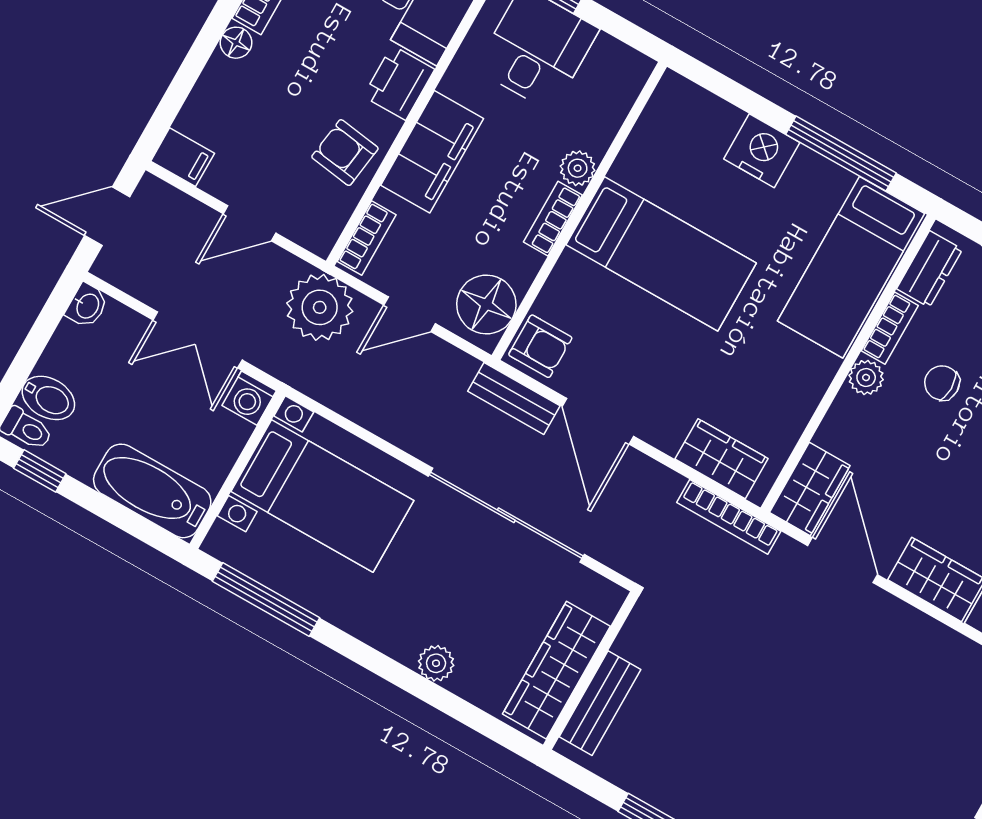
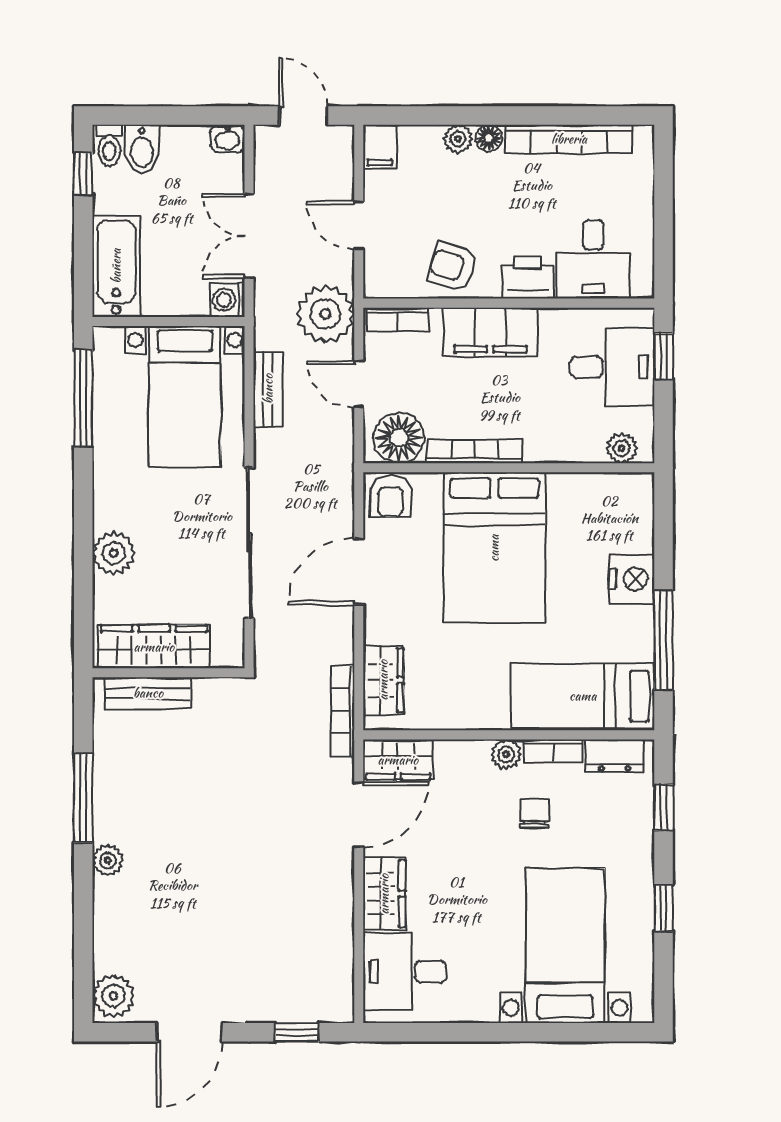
plant: (219, 74) -> (458, 139), added
armchair: (345, 153) -> (453, 267), turned -80
plant: (578, 168) -> (622, 448), moved
bookcase: (553, 219) -> (475, 451), width x1.56
bed: (661, 254) -> (494, 548), width x1.50
bench: (514, 399) -> (268, 389), moved
plant: (436, 663) -> (114, 553), width x1.38, depth x1.38

